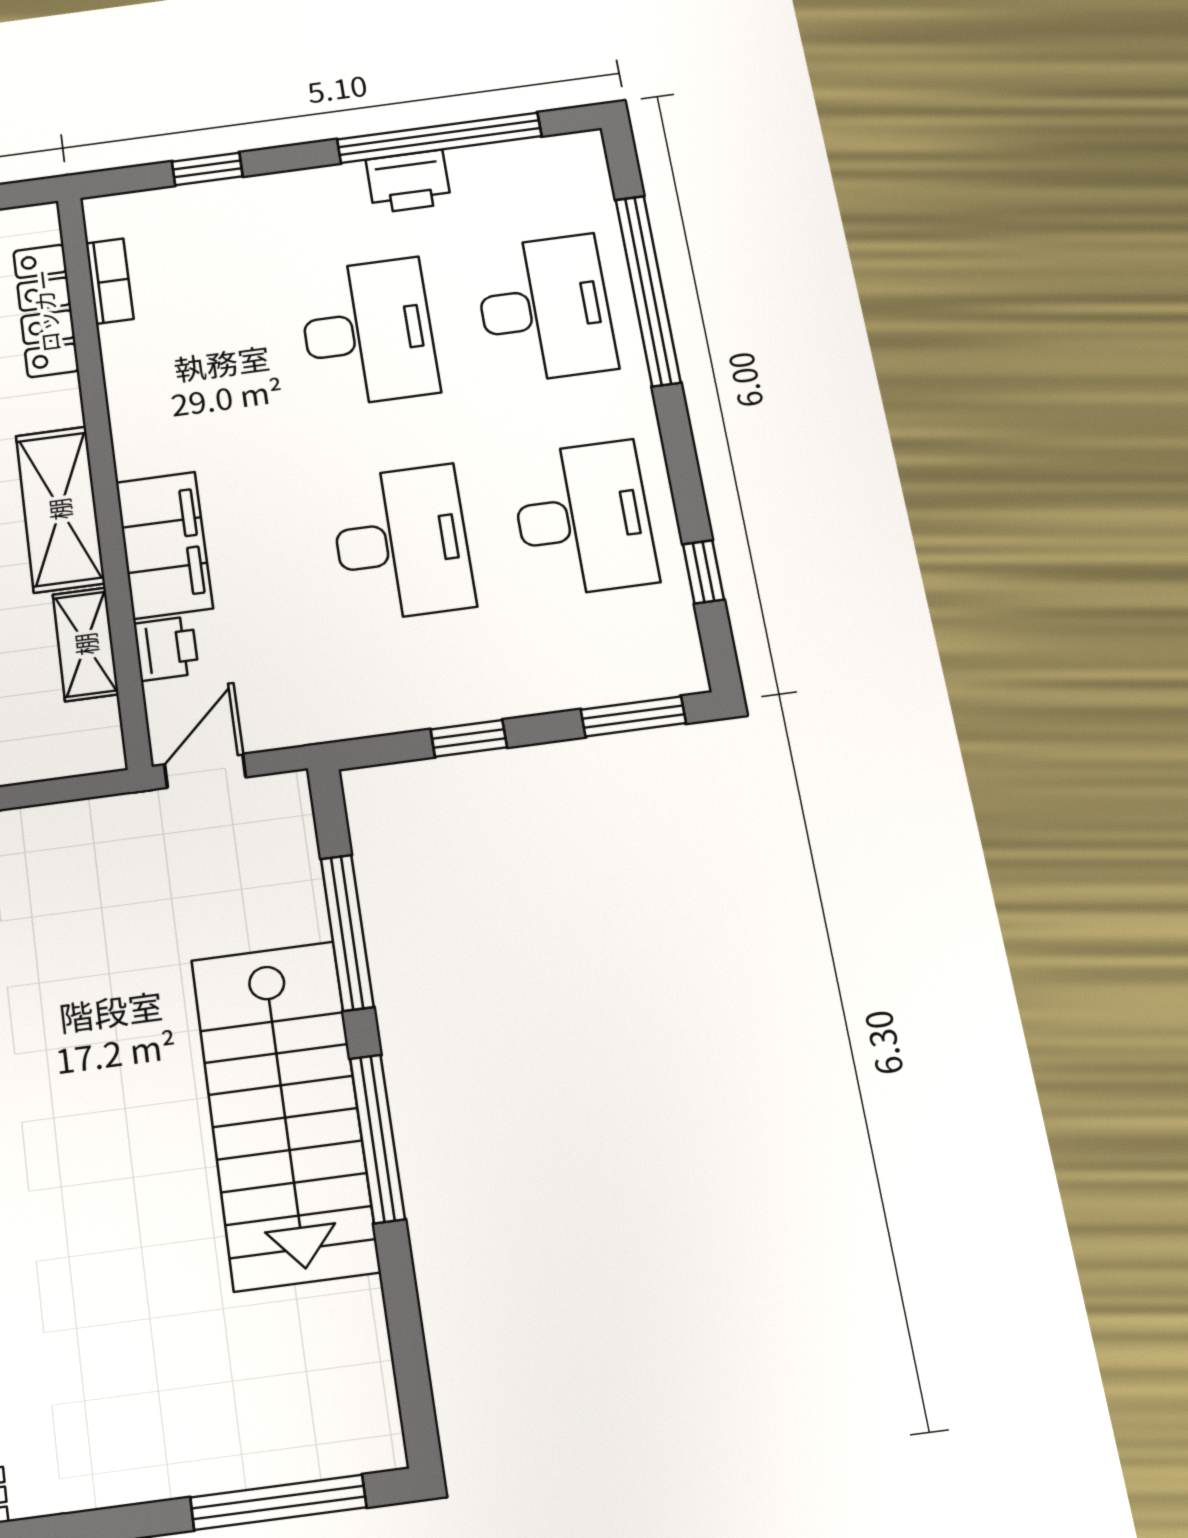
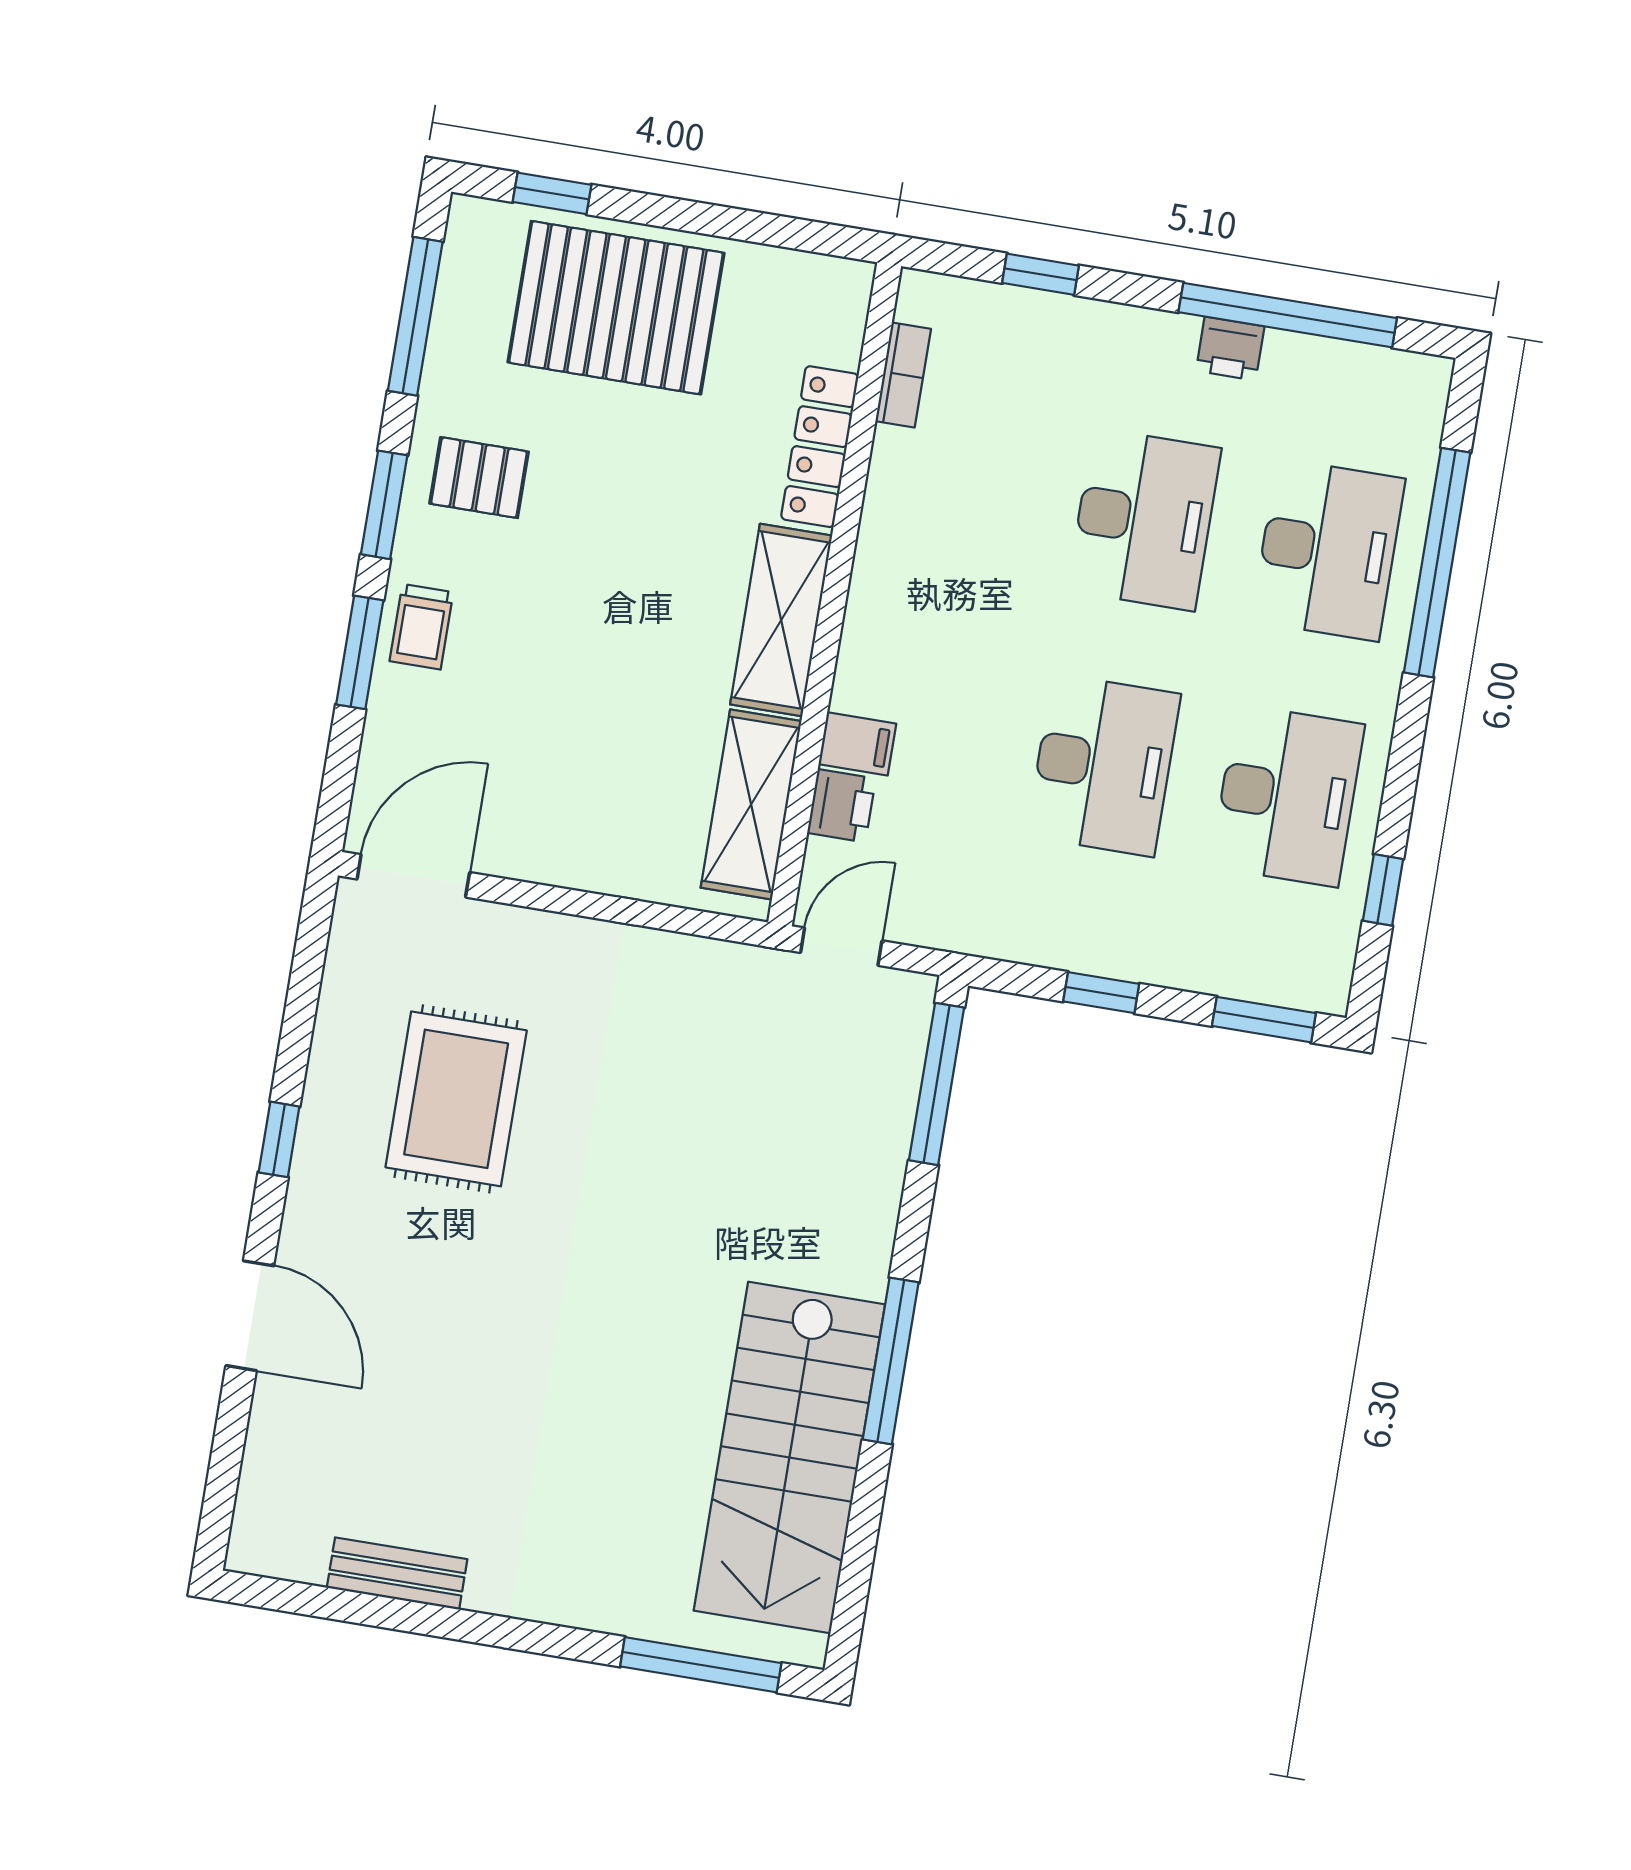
printer: (408, 181) -> (1230, 349), width x0.73, depth x0.81
locker: (46, 311) -> (820, 447), moved
filing cabinet: (164, 545) -> (857, 744), width x0.33, depth x0.86
shelving: (86, 644) -> (751, 804), width x1.50, depth x1.33
window: (347, 932) -> (937, 1084), moved
stairs: (284, 1114) -> (789, 1458), moved

